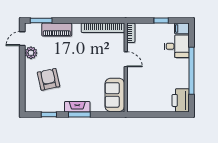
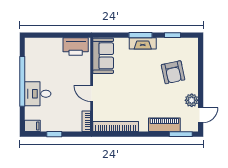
desk: (177, 46) -> (38, 94), moved
printer: (181, 100) -> (76, 47), moved, turned 90

